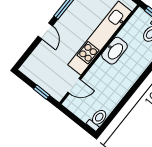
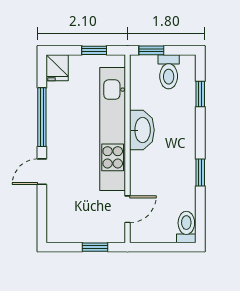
door: (45, 31) -> (42, 172), swing flipped
window: (127, 97) -> (200, 173), added

